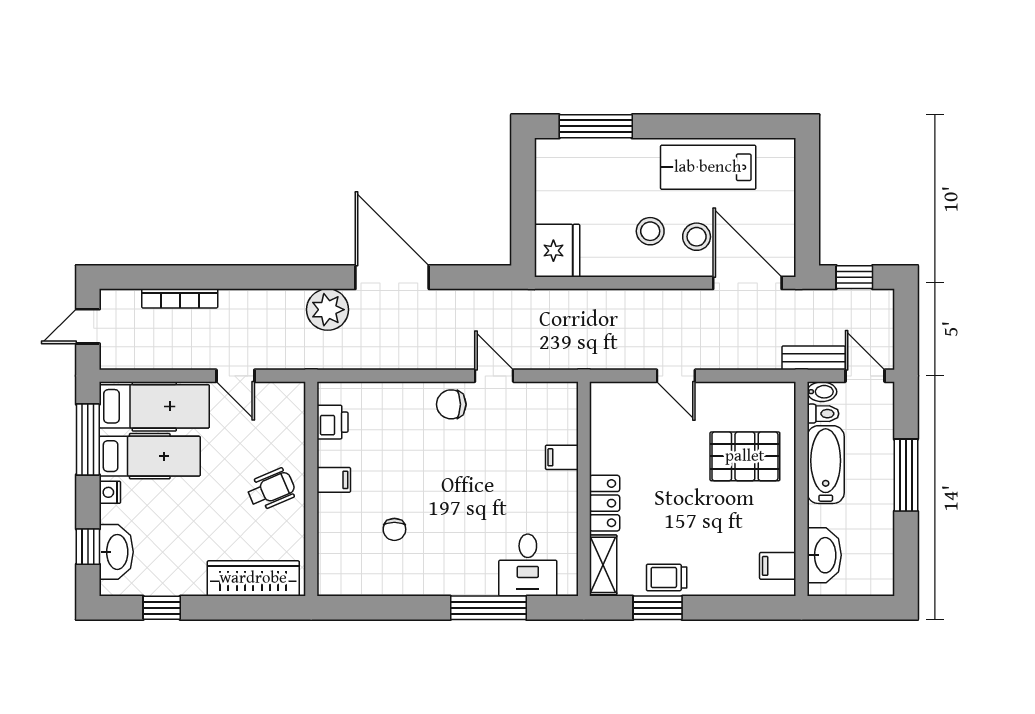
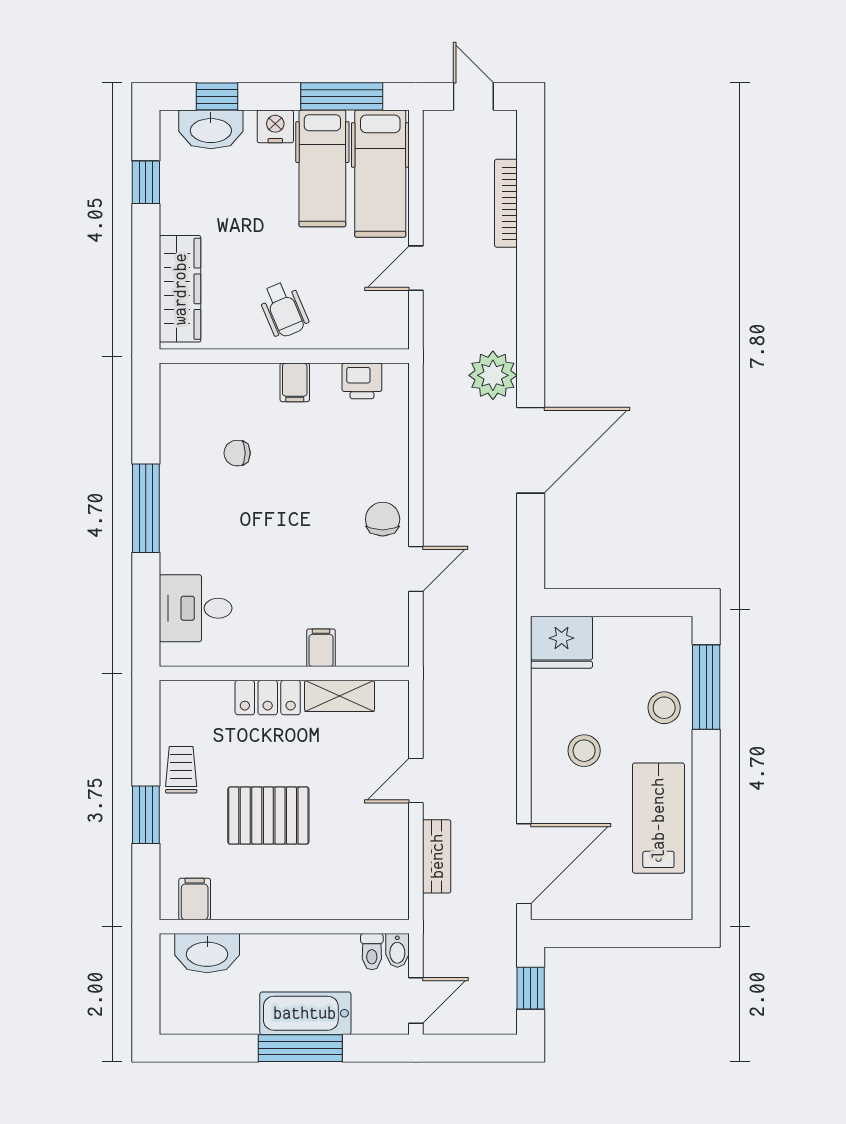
stool: (697, 237) -> (664, 708), moved
bench: (814, 358) -> (437, 856), moved
pallet: (745, 456) -> (268, 816), moved, turned 90
bathtub: (826, 465) -> (305, 1013), moved, turned 180
nightstand: (110, 492) -> (275, 126), width x1.39, depth x1.35
shelving: (603, 565) -> (340, 696), moved
window: (488, 608) -> (146, 508), moved
window: (658, 608) -> (146, 815), moved

